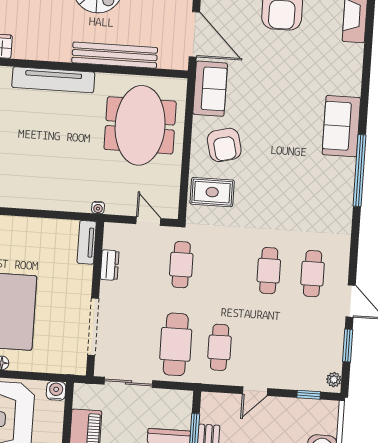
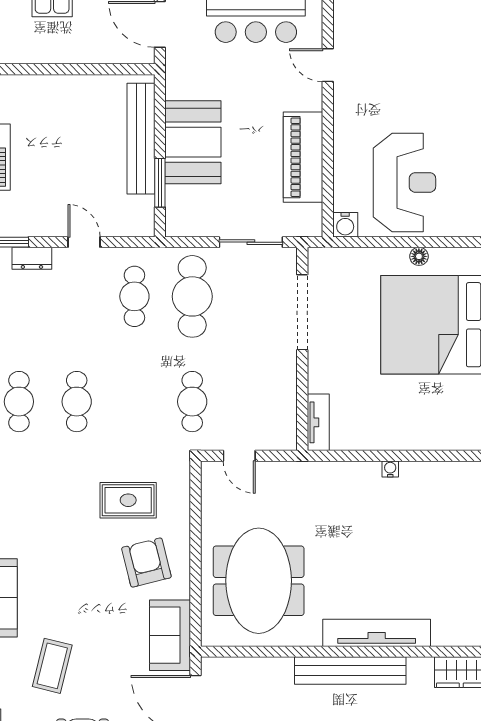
bench: (115, 55) -> (350, 671), moved
coffee table: (301, 71) -> (52, 666), added
rug: (212, 192) -> (128, 500), moved
water cooler: (98, 208) -> (390, 469), moved
dresser: (110, 265) -> (32, 258), moved, turned -90
door: (255, 391) -> (84, 242), hinge flipped

